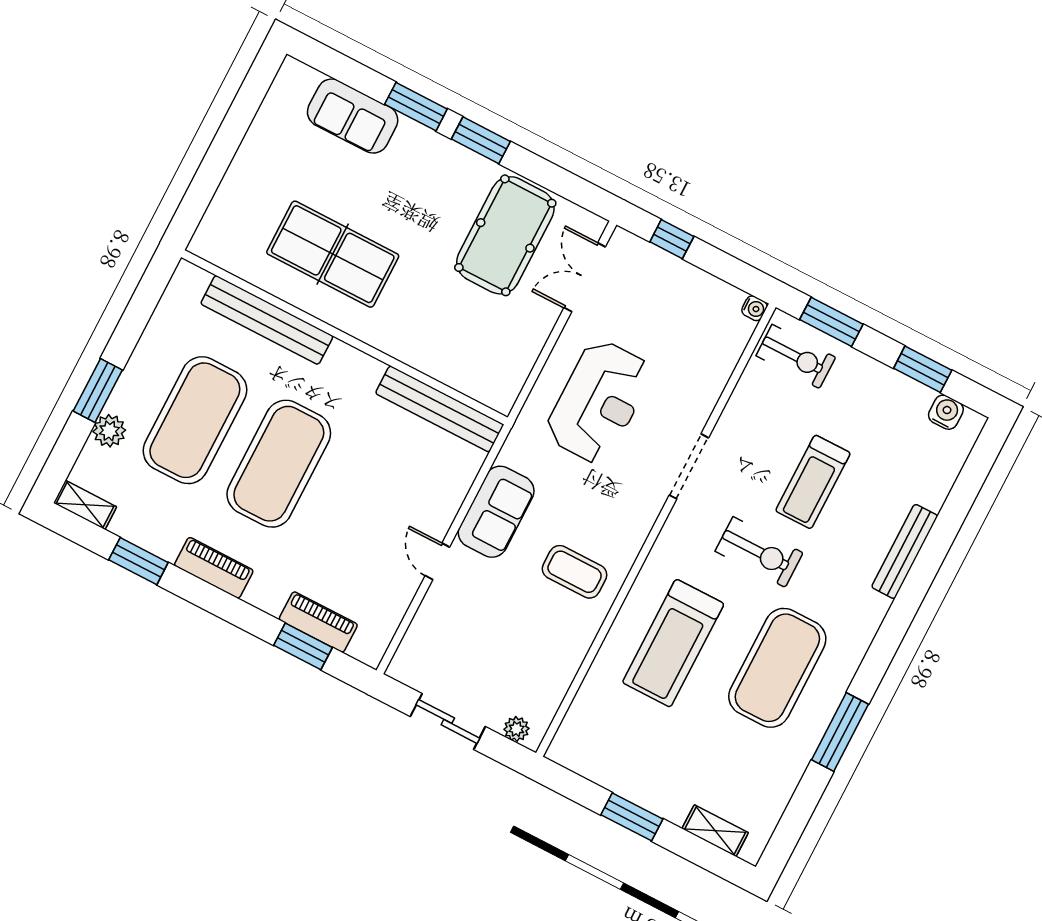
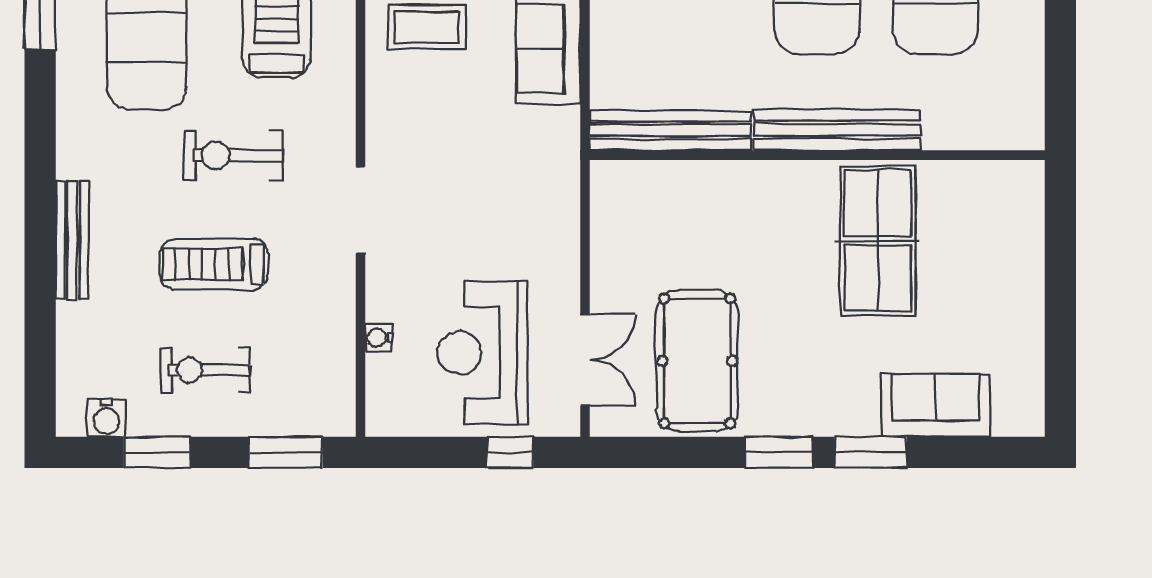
table tennis table: (333, 254) -> (878, 241), turned 90
water cooler: (754, 308) -> (379, 338), moved
bench: (267, 320) -> (837, 130), moved
exercise bike: (796, 356) -> (205, 370), moved
reception desk: (599, 402) -> (483, 352), moved
treadmill: (813, 482) -> (214, 264), turned -90

